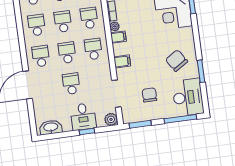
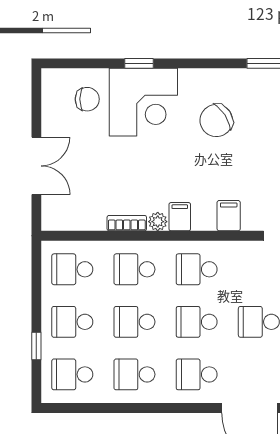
chair: (177, 61) -> (216, 121), moved

